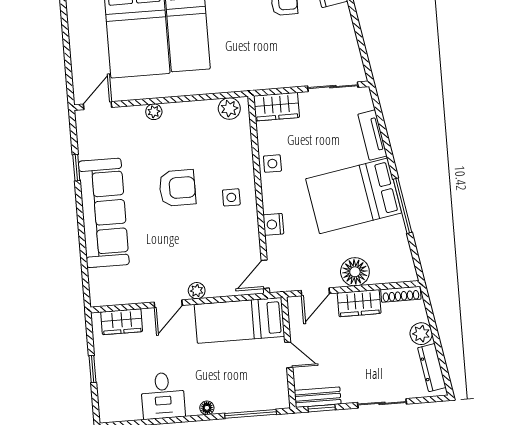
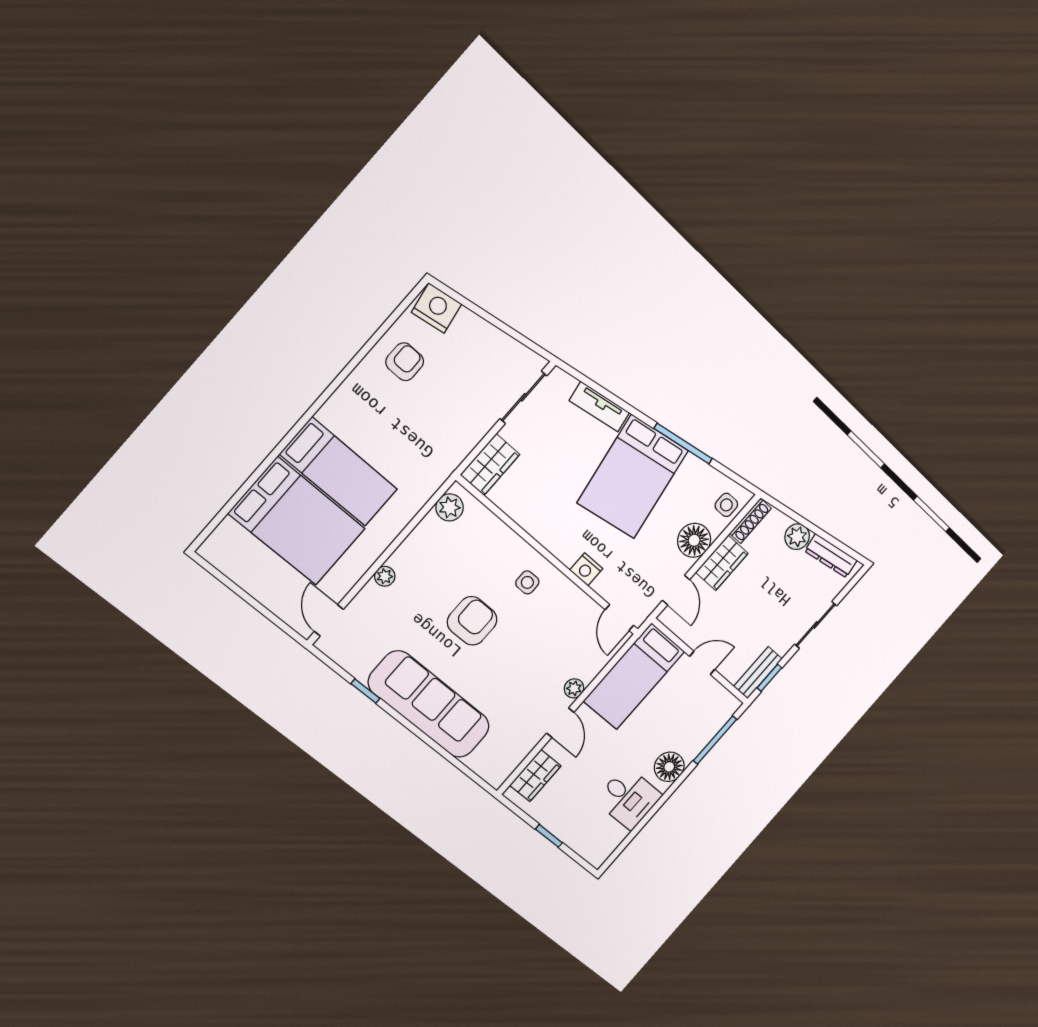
side table: (272, 164) -> (726, 505), moved
floor lamp: (207, 408) -> (669, 767), width x1.89, depth x1.89

